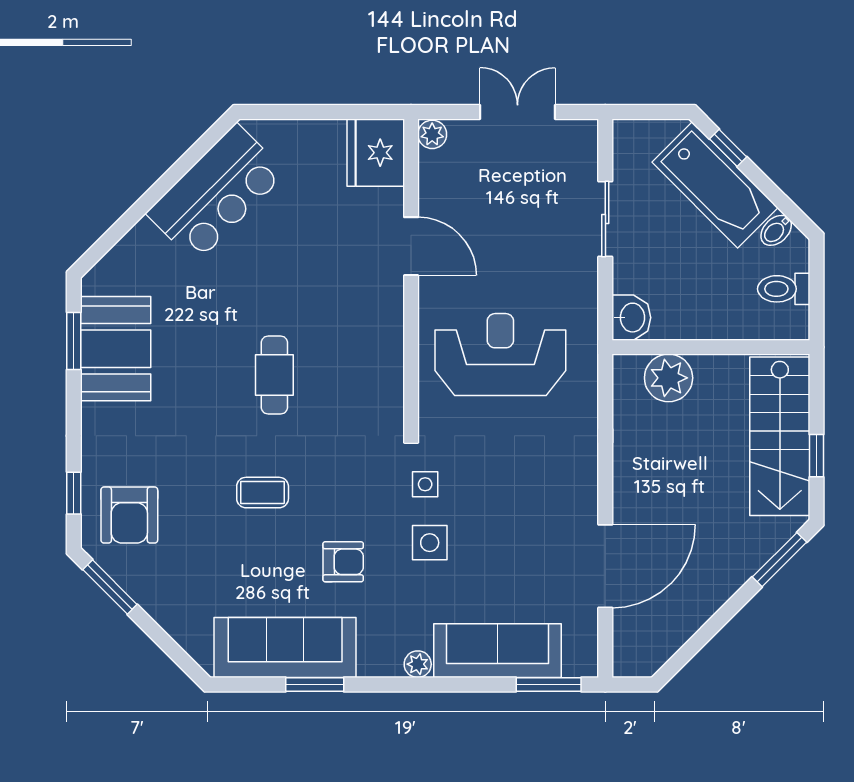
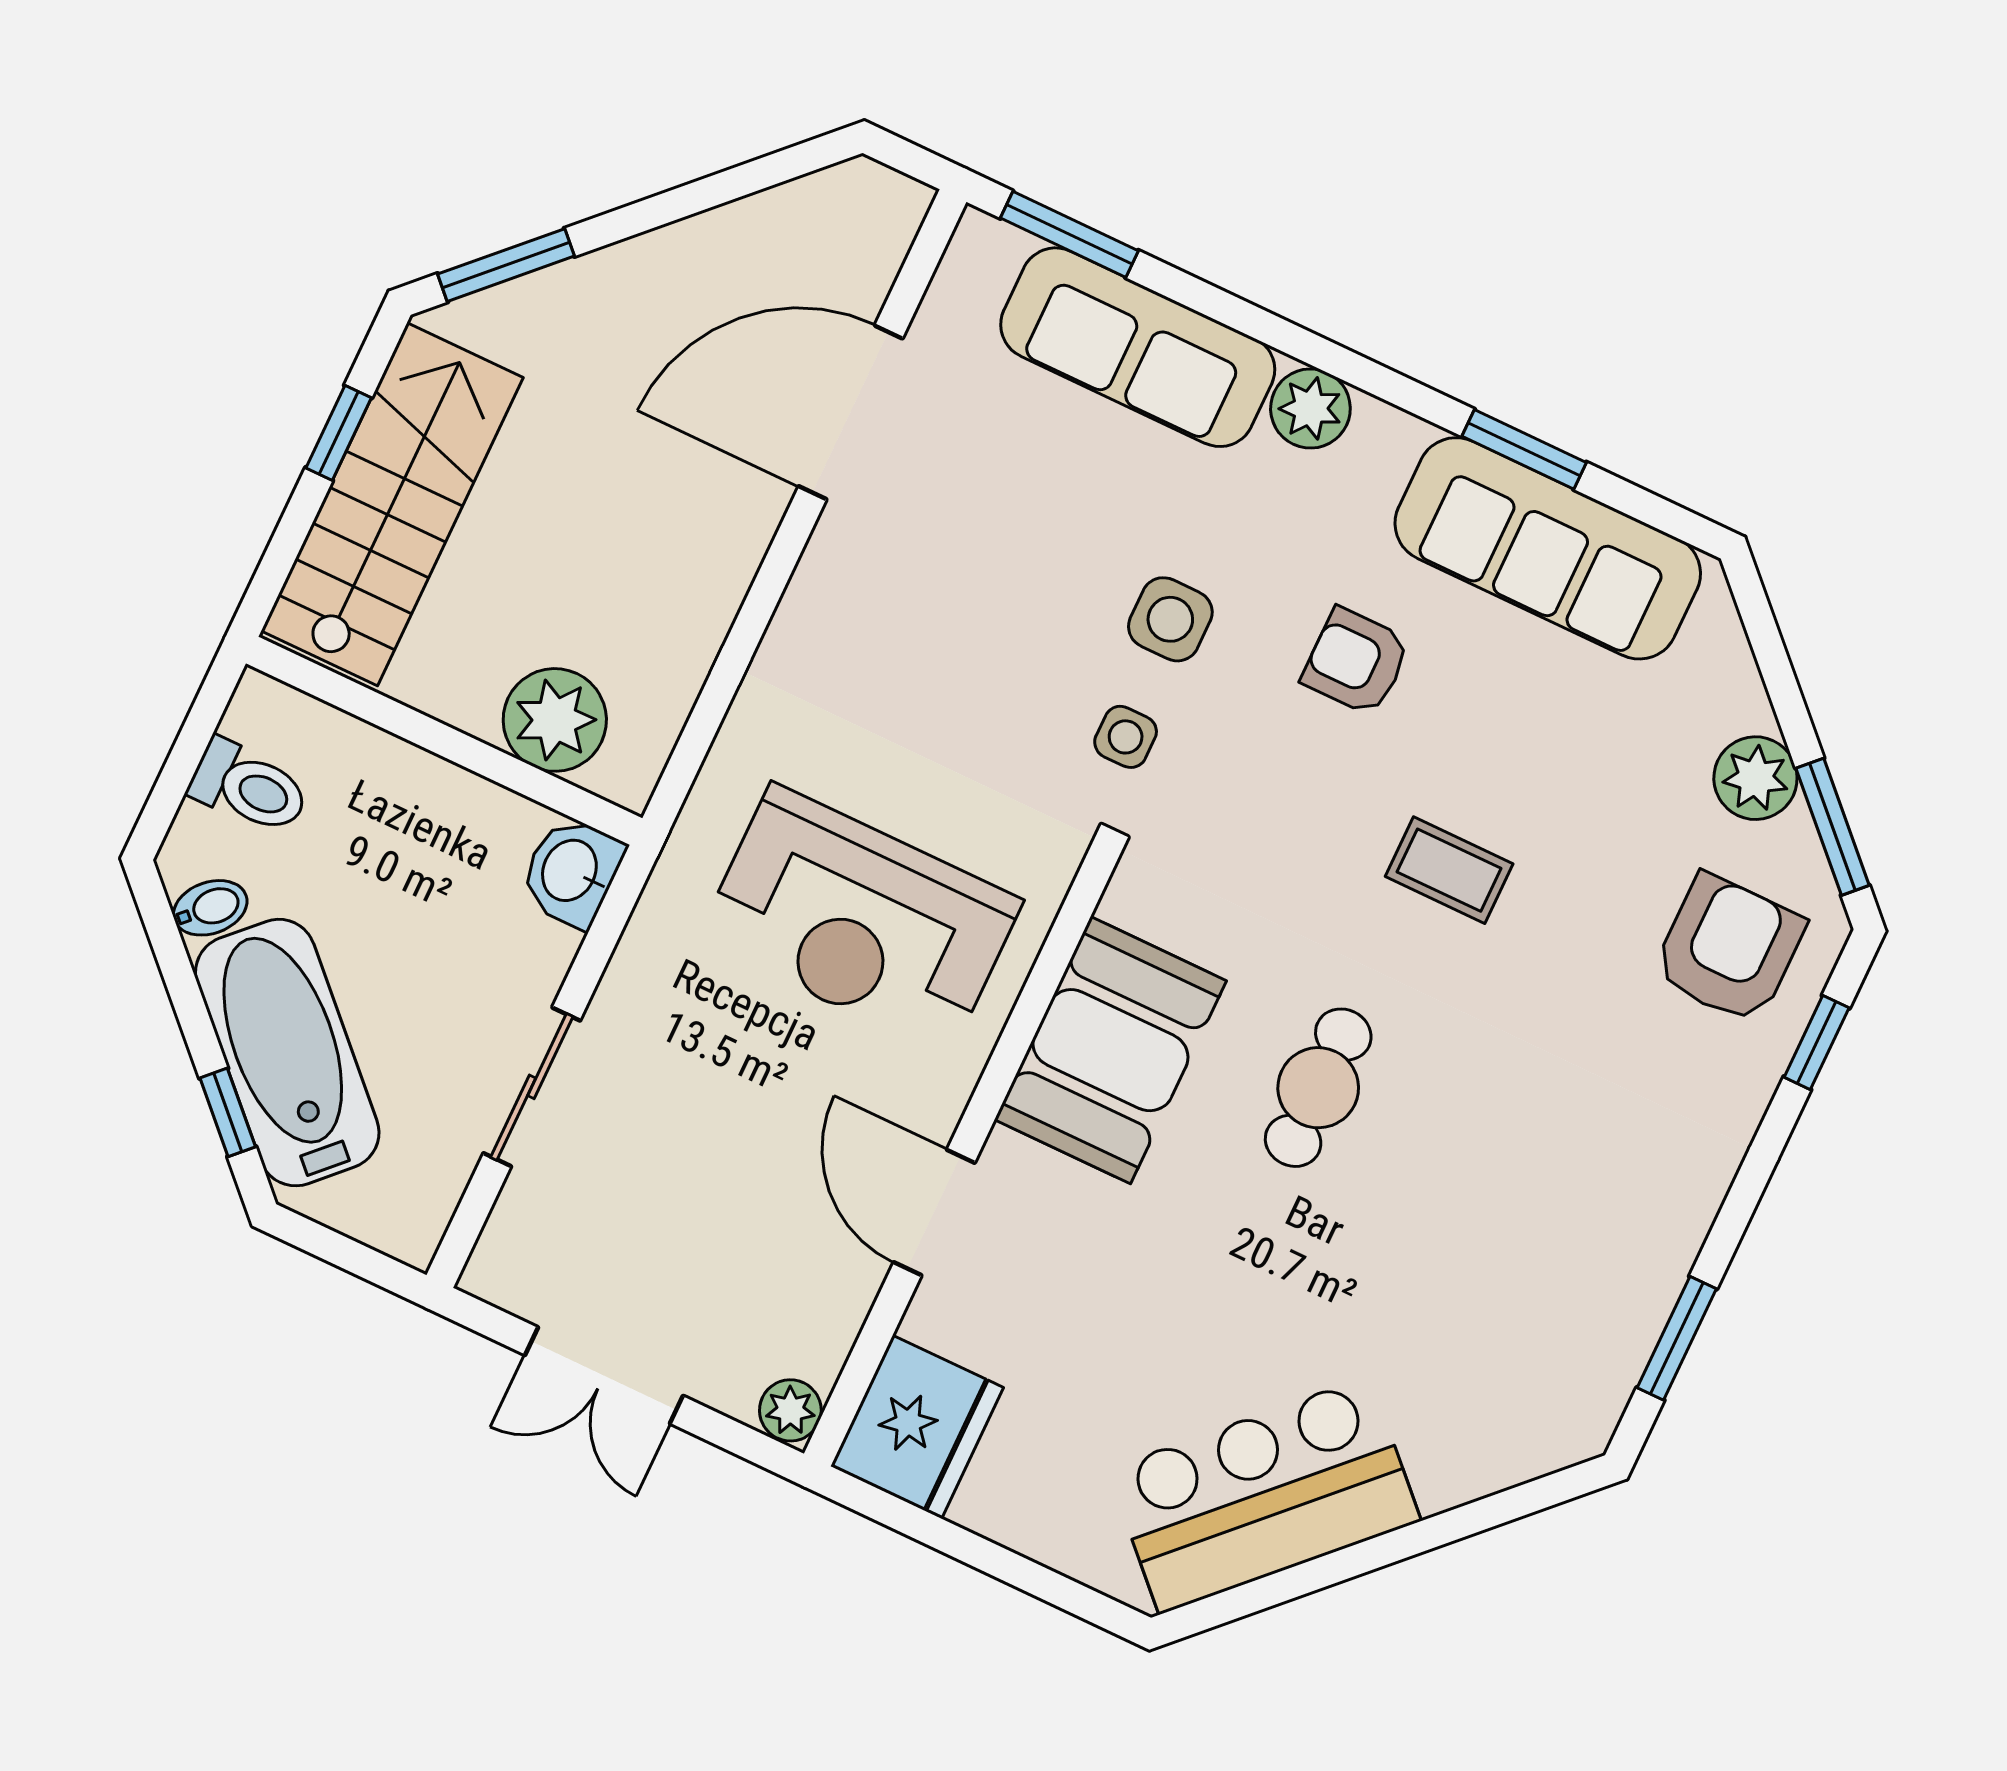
booth: (116, 349) -> (1110, 1050), moved
plant: (152, 592) -> (1755, 778), added
plant: (418, 664) -> (1310, 408), width x1.38, depth x1.38

